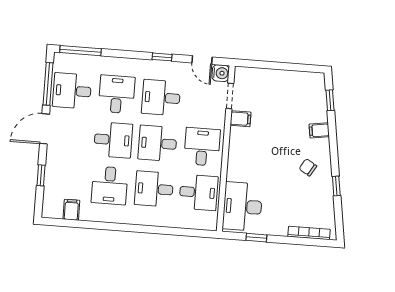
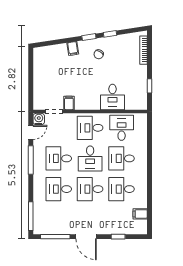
window: (162, 57) -> (31, 160), width x2.17
desk: (72, 91) -> (59, 220), removed
desk: (161, 98) -> (59, 158), turned 90
window: (330, 100) -> (89, 37), moved
desk: (113, 140) -> (90, 189), turned -90
desk: (110, 186) -> (122, 189), turned 180
desk: (154, 189) -> (122, 158), turned 90
desk: (243, 206) -> (113, 97), moved, width x0.73

